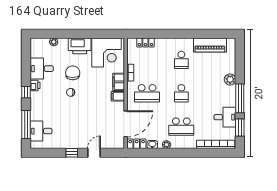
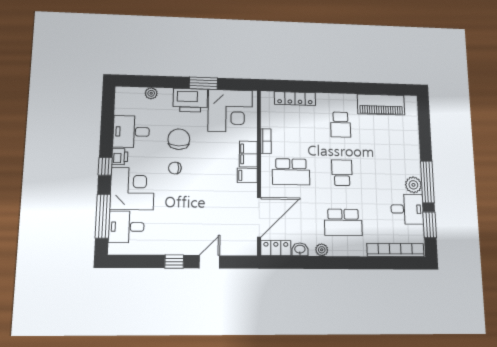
window: (88, 34) -> (203, 83), added
locker: (145, 42) -> (295, 98), width x1.53
plant: (230, 79) -> (413, 185), moved
school desk: (181, 93) -> (342, 173), turned 180
corner desk: (44, 106) -> (132, 189), added

